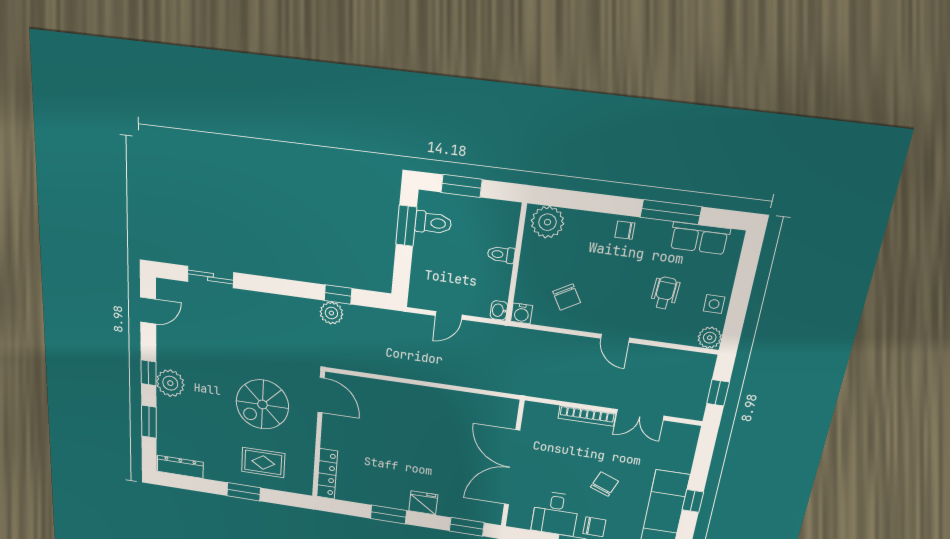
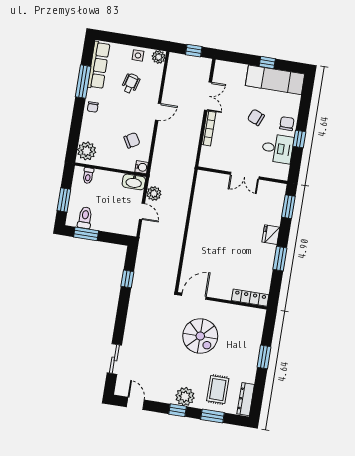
row of seats: (700, 238) -> (99, 65), width x1.48
toilet: (501, 255) -> (88, 176), moved
wheelchair: (665, 293) -> (131, 83), turned 101
washbasin: (499, 310) -> (134, 182), width x1.91, depth x1.45
plant: (331, 313) -> (154, 193), moved
rug: (263, 462) -> (218, 390), moved
double door: (512, 468) -> (245, 176), width x0.54

